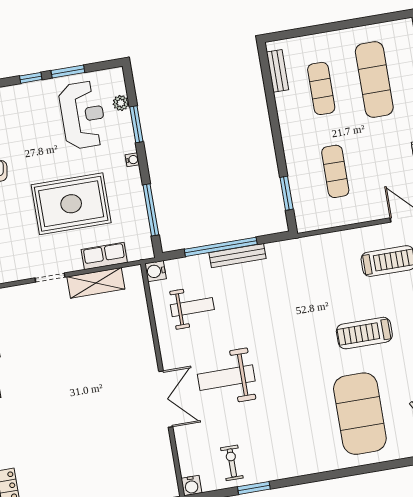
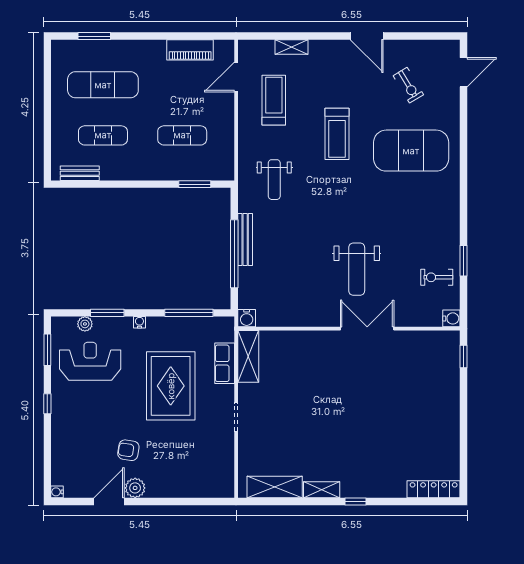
window: (68, 72) -> (47, 350), moved
shelving: (96, 283) -> (248, 356), moved
weight bench: (192, 307) -> (274, 180), moved, turned 180

